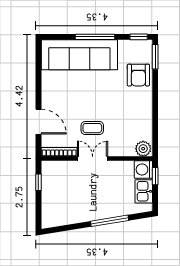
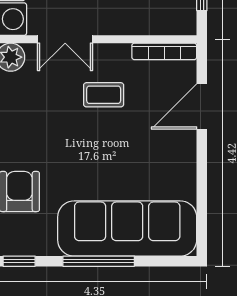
door: (38, 122) -> (202, 107), hinge flipped
double door: (93, 158) -> (65, 39), moved

